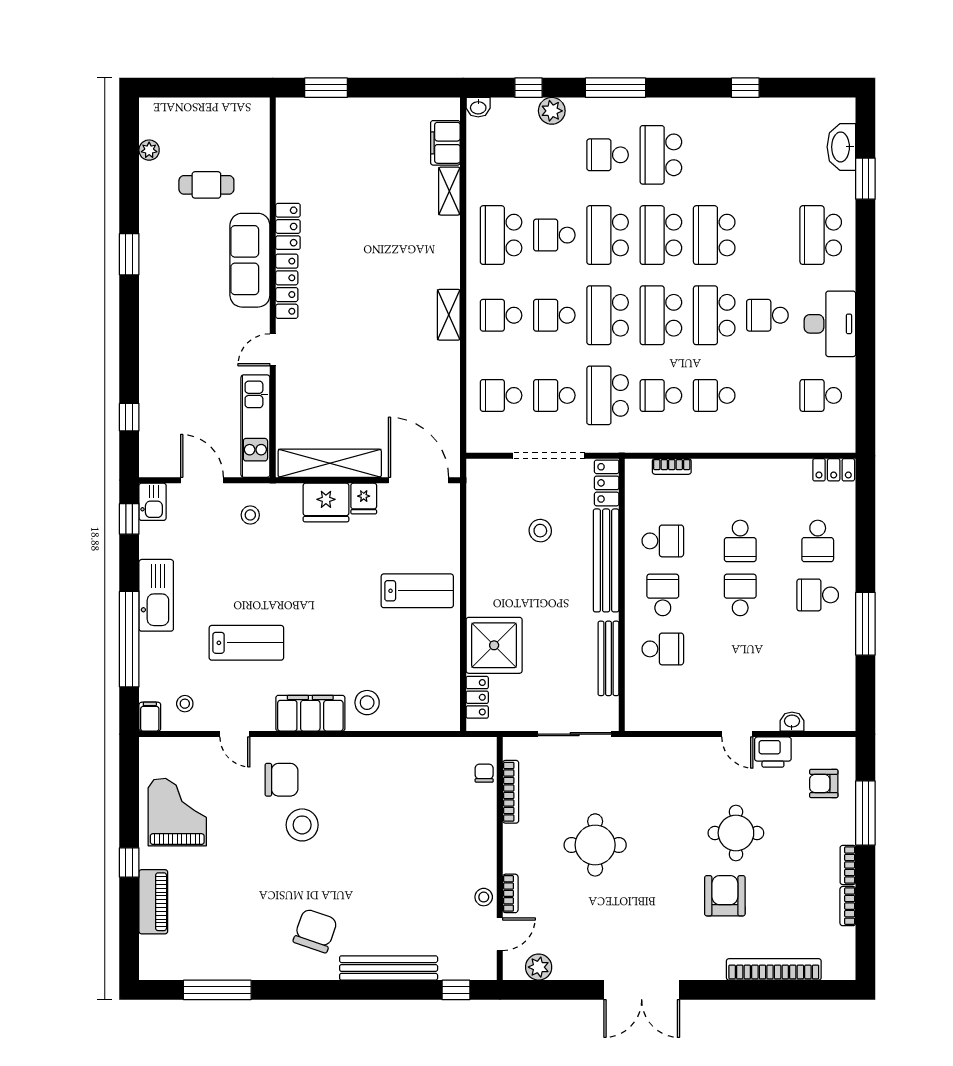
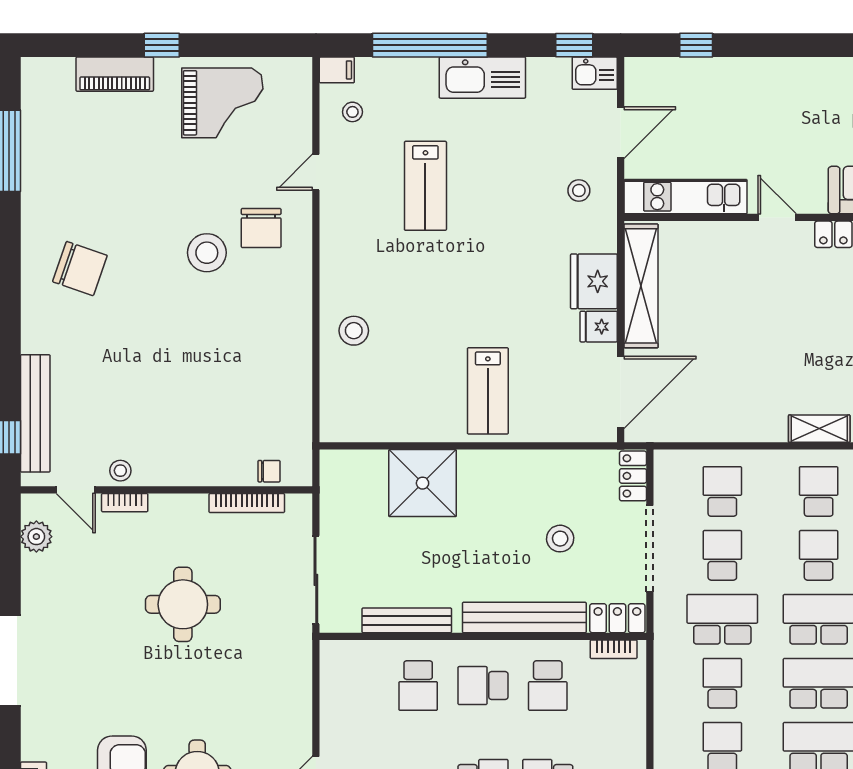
bookcase: (672, 466) -> (614, 649), moved, turned -90
school desk: (663, 595) -> (483, 686), turned 180
locker: (477, 697) -> (633, 476), moved, turned 90
filing cabinet: (310, 713) -> (341, 263), removed
bench: (389, 968) -> (35, 413), moved

